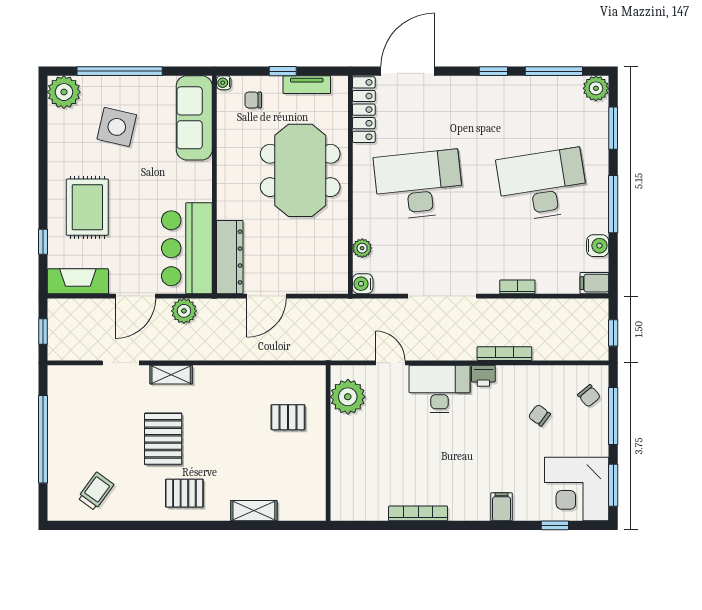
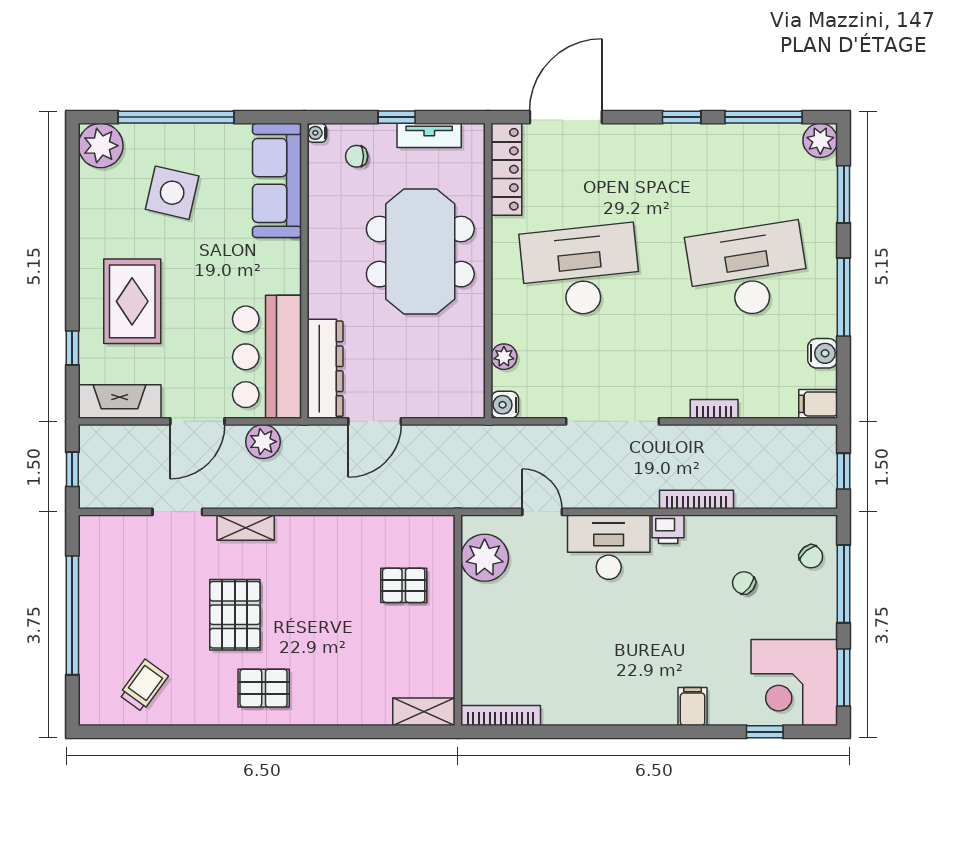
shelving: (254, 511) -> (424, 712), moved
bookcase: (418, 513) -> (501, 716), moved

